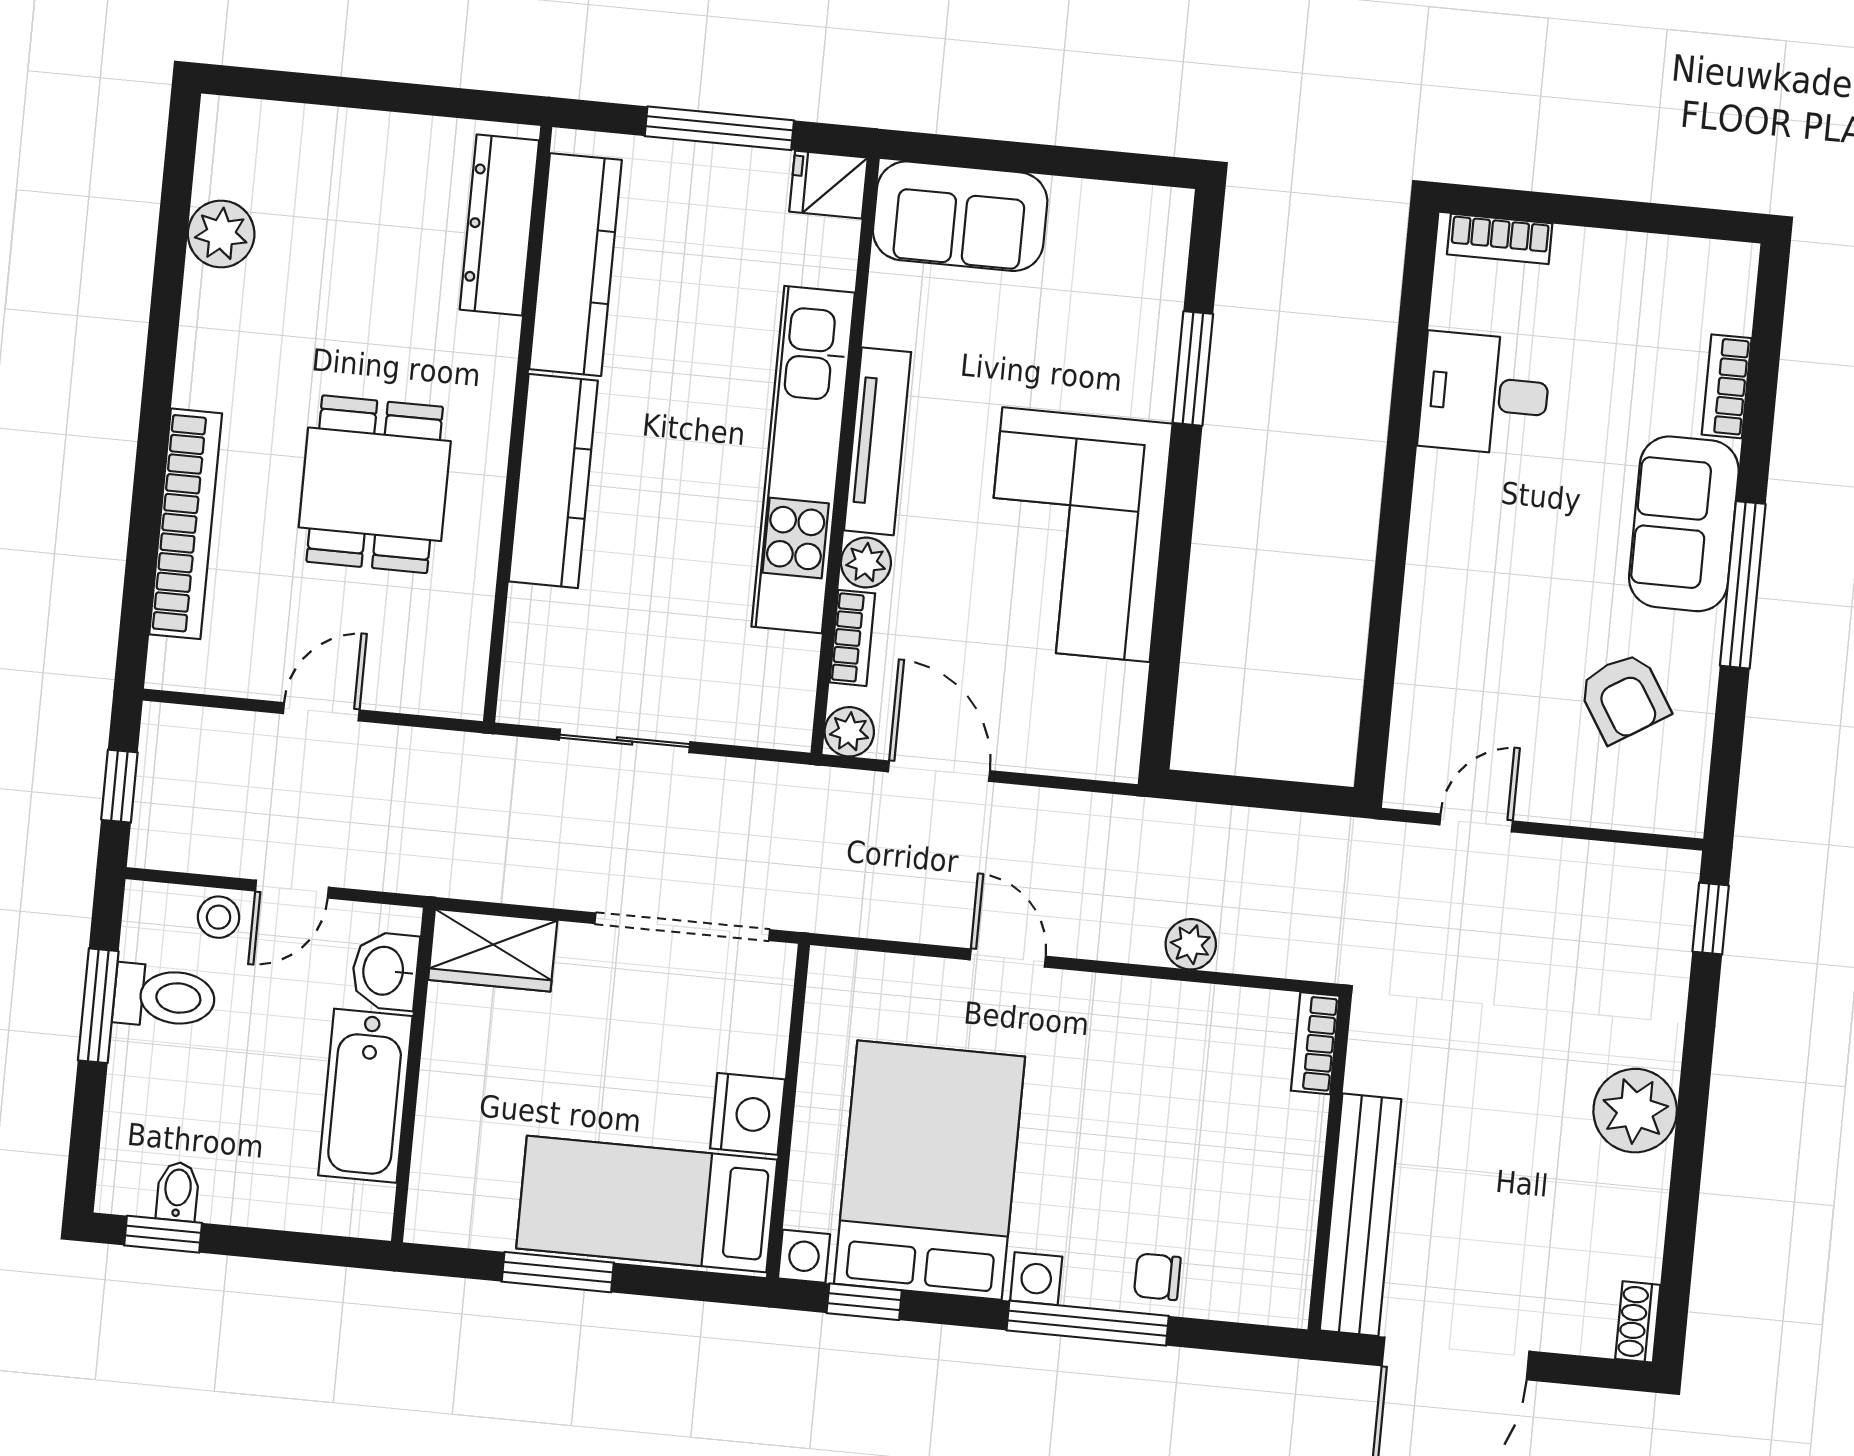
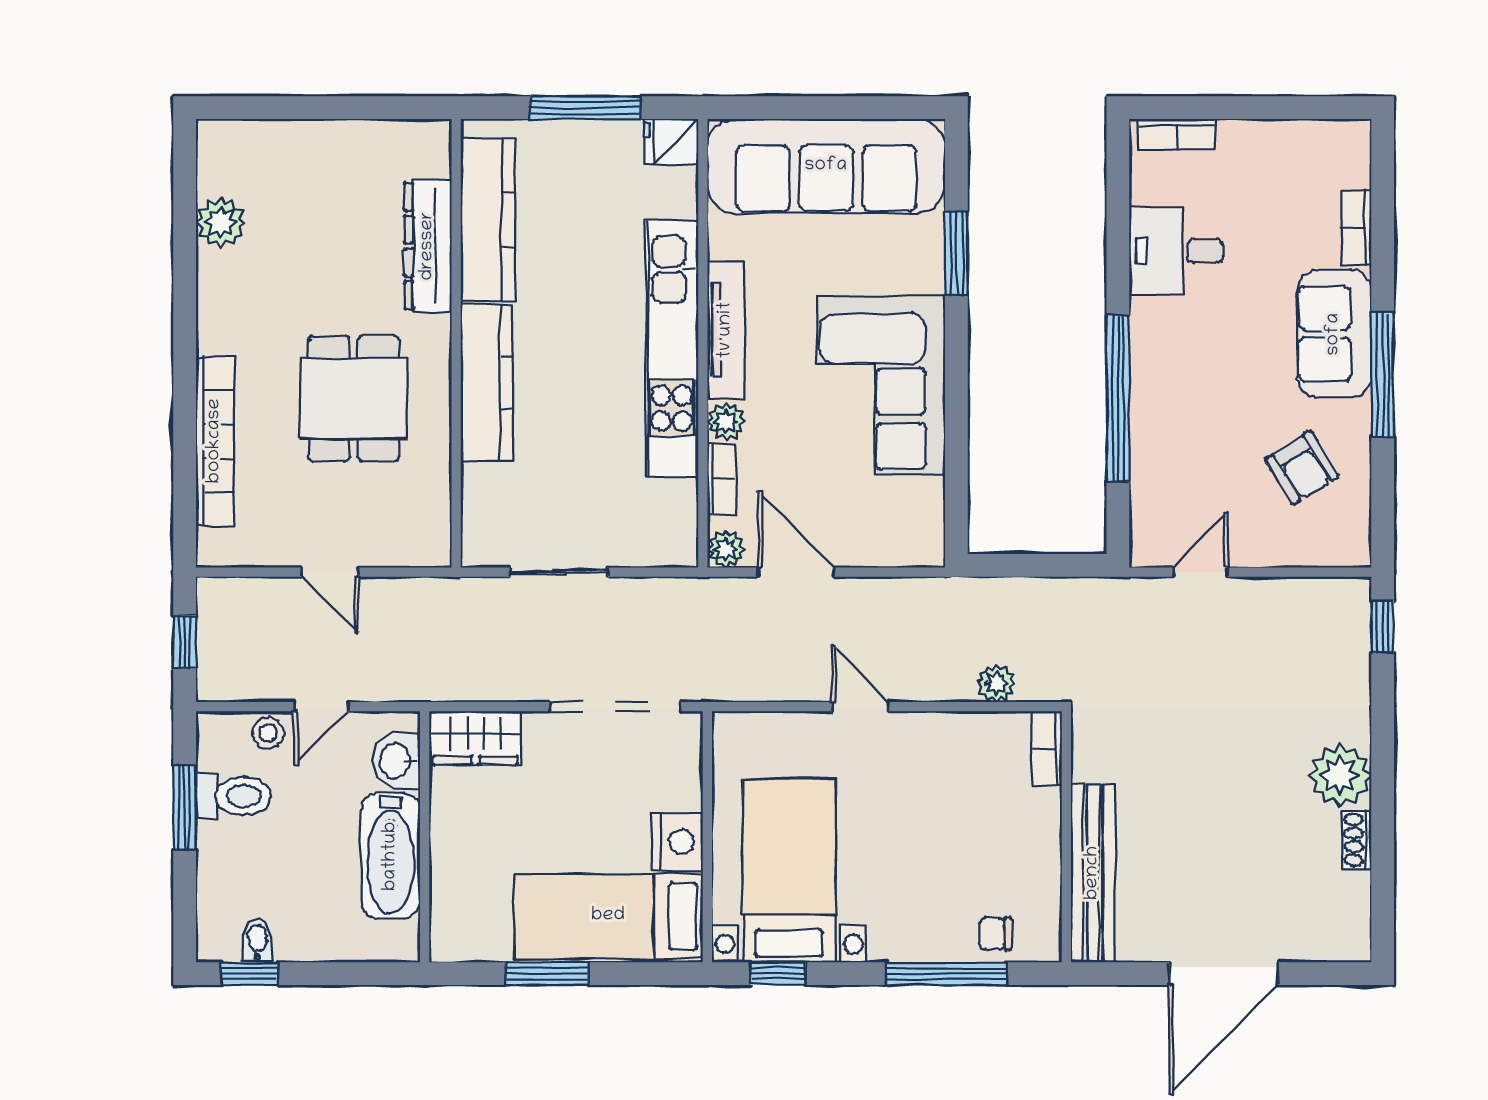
sofa: (960, 216) -> (826, 166), width x1.85, depth x1.27
dresser: (499, 225) -> (428, 246), moved
window: (1389, 582) -> (1118, 398), added
door: (321, 712) -> (330, 572), swing flipped
bookcase: (1315, 1043) -> (1047, 748), moved
wall: (1330, 1163) -> (1066, 837), moved
bed with nightstands: (929, 1170) -> (789, 871), width x0.73
bench: (1360, 1215) -> (1093, 873), moved
shoe rack: (1638, 1322) -> (1357, 840), moved

